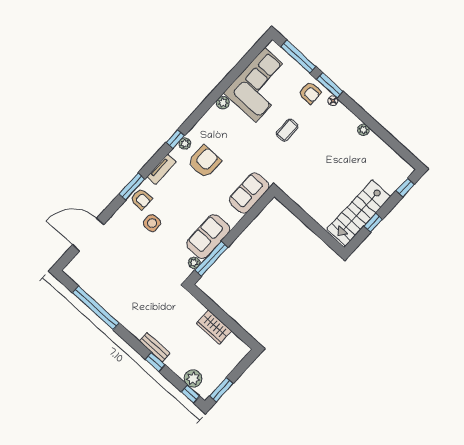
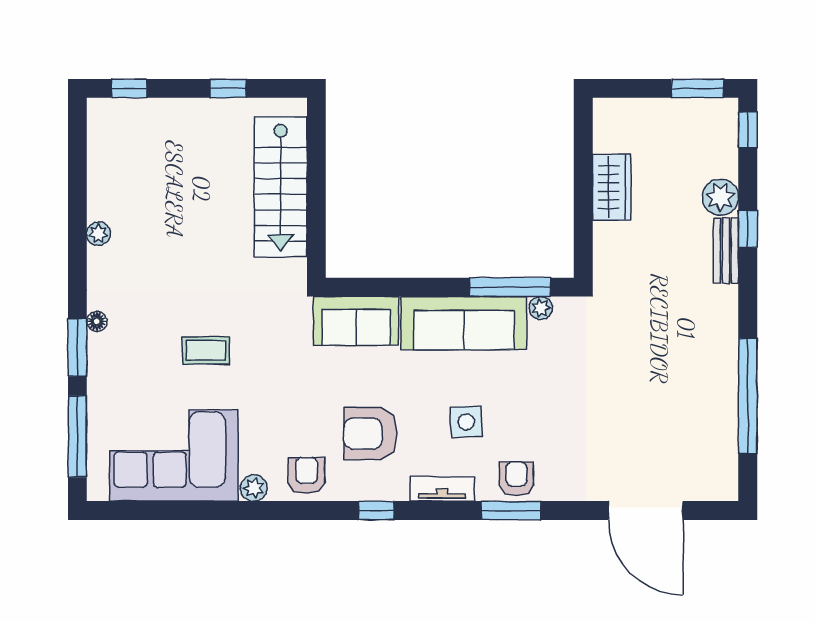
armchair: (310, 93) -> (307, 476), moved
plant: (185, 144) -> (370, 489), removed
stairs: (359, 213) -> (281, 187), moved, turned 90
side table: (152, 223) -> (466, 422), moved
sofa: (208, 237) -> (464, 323), width x1.36
plant: (193, 379) -> (720, 197), moved

